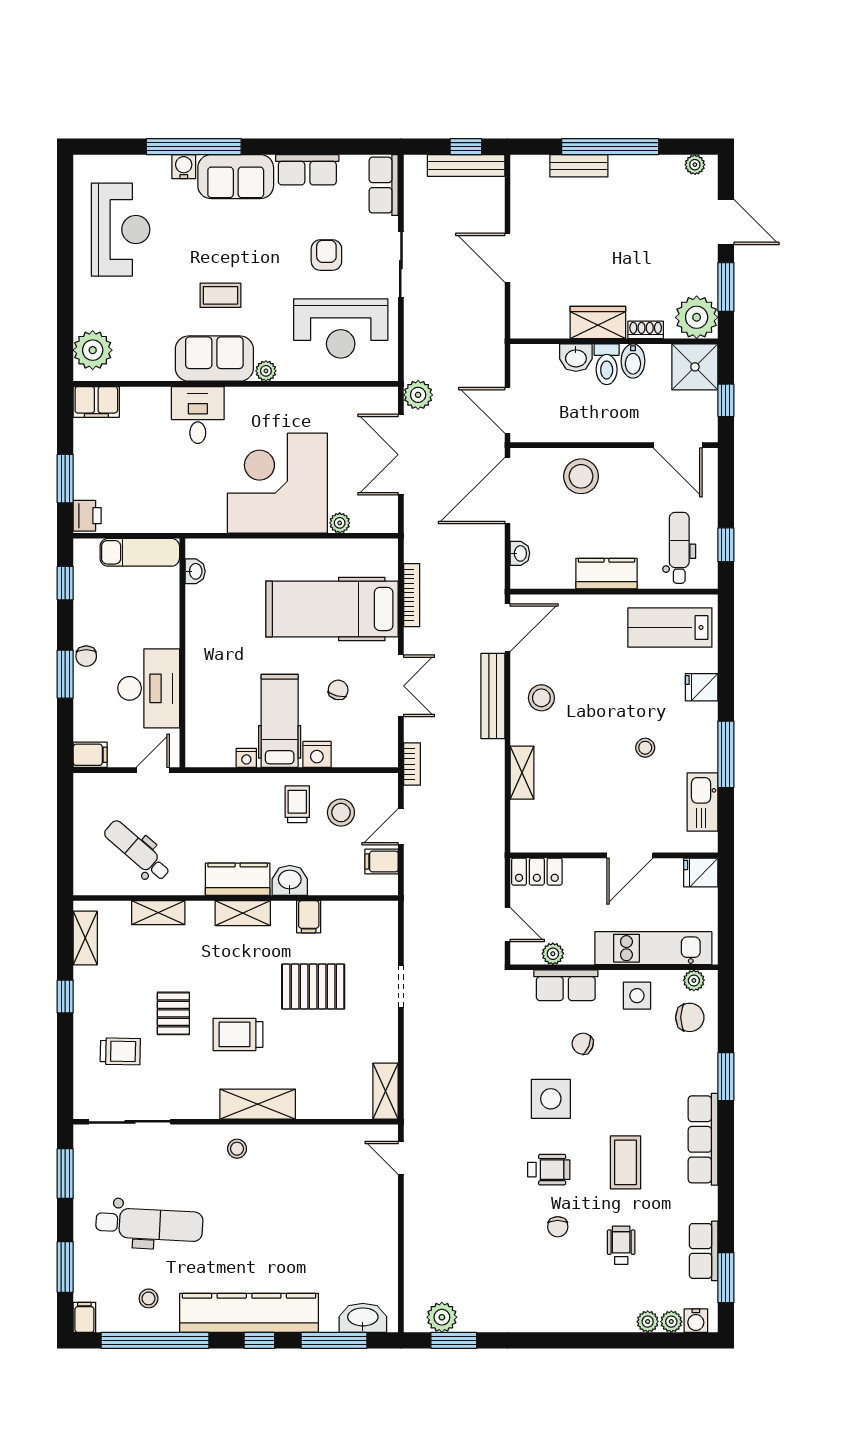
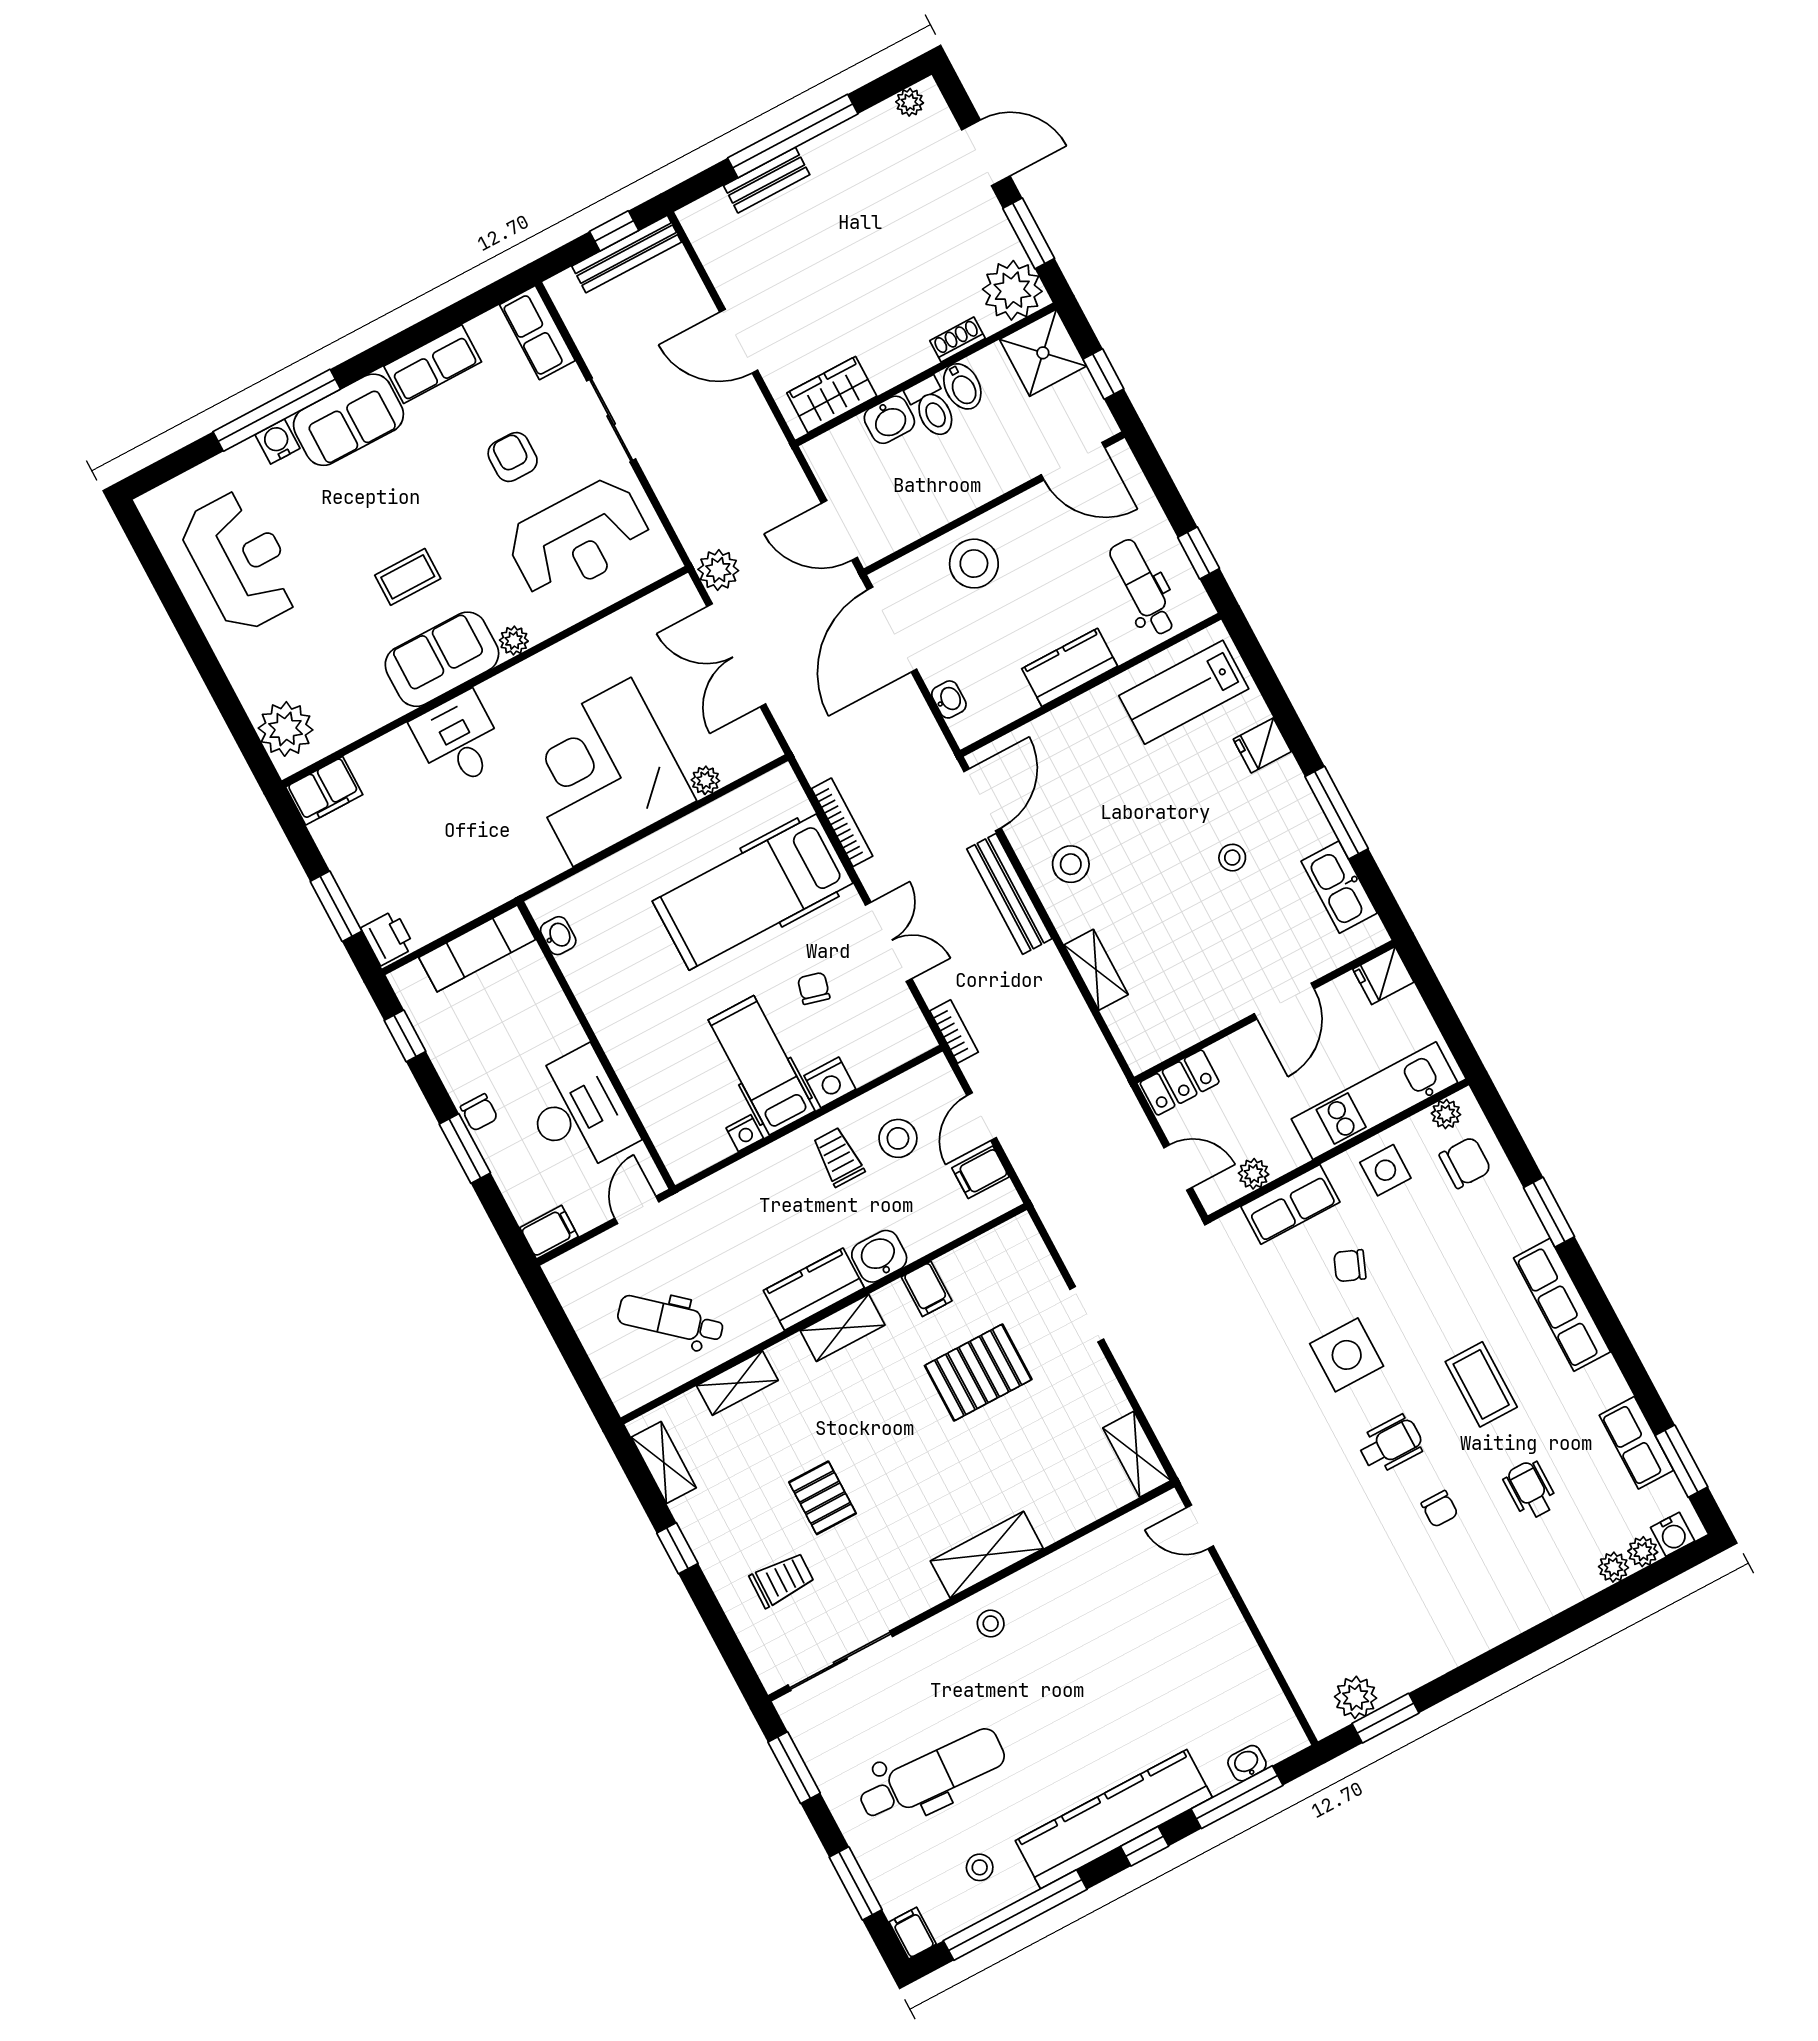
wardrobe: (598, 322) -> (832, 395), moved
trolley: (238, 1034) -> (916, 1481), removed
washbasin: (363, 1318) -> (1247, 1763), width x0.52, depth x0.69

